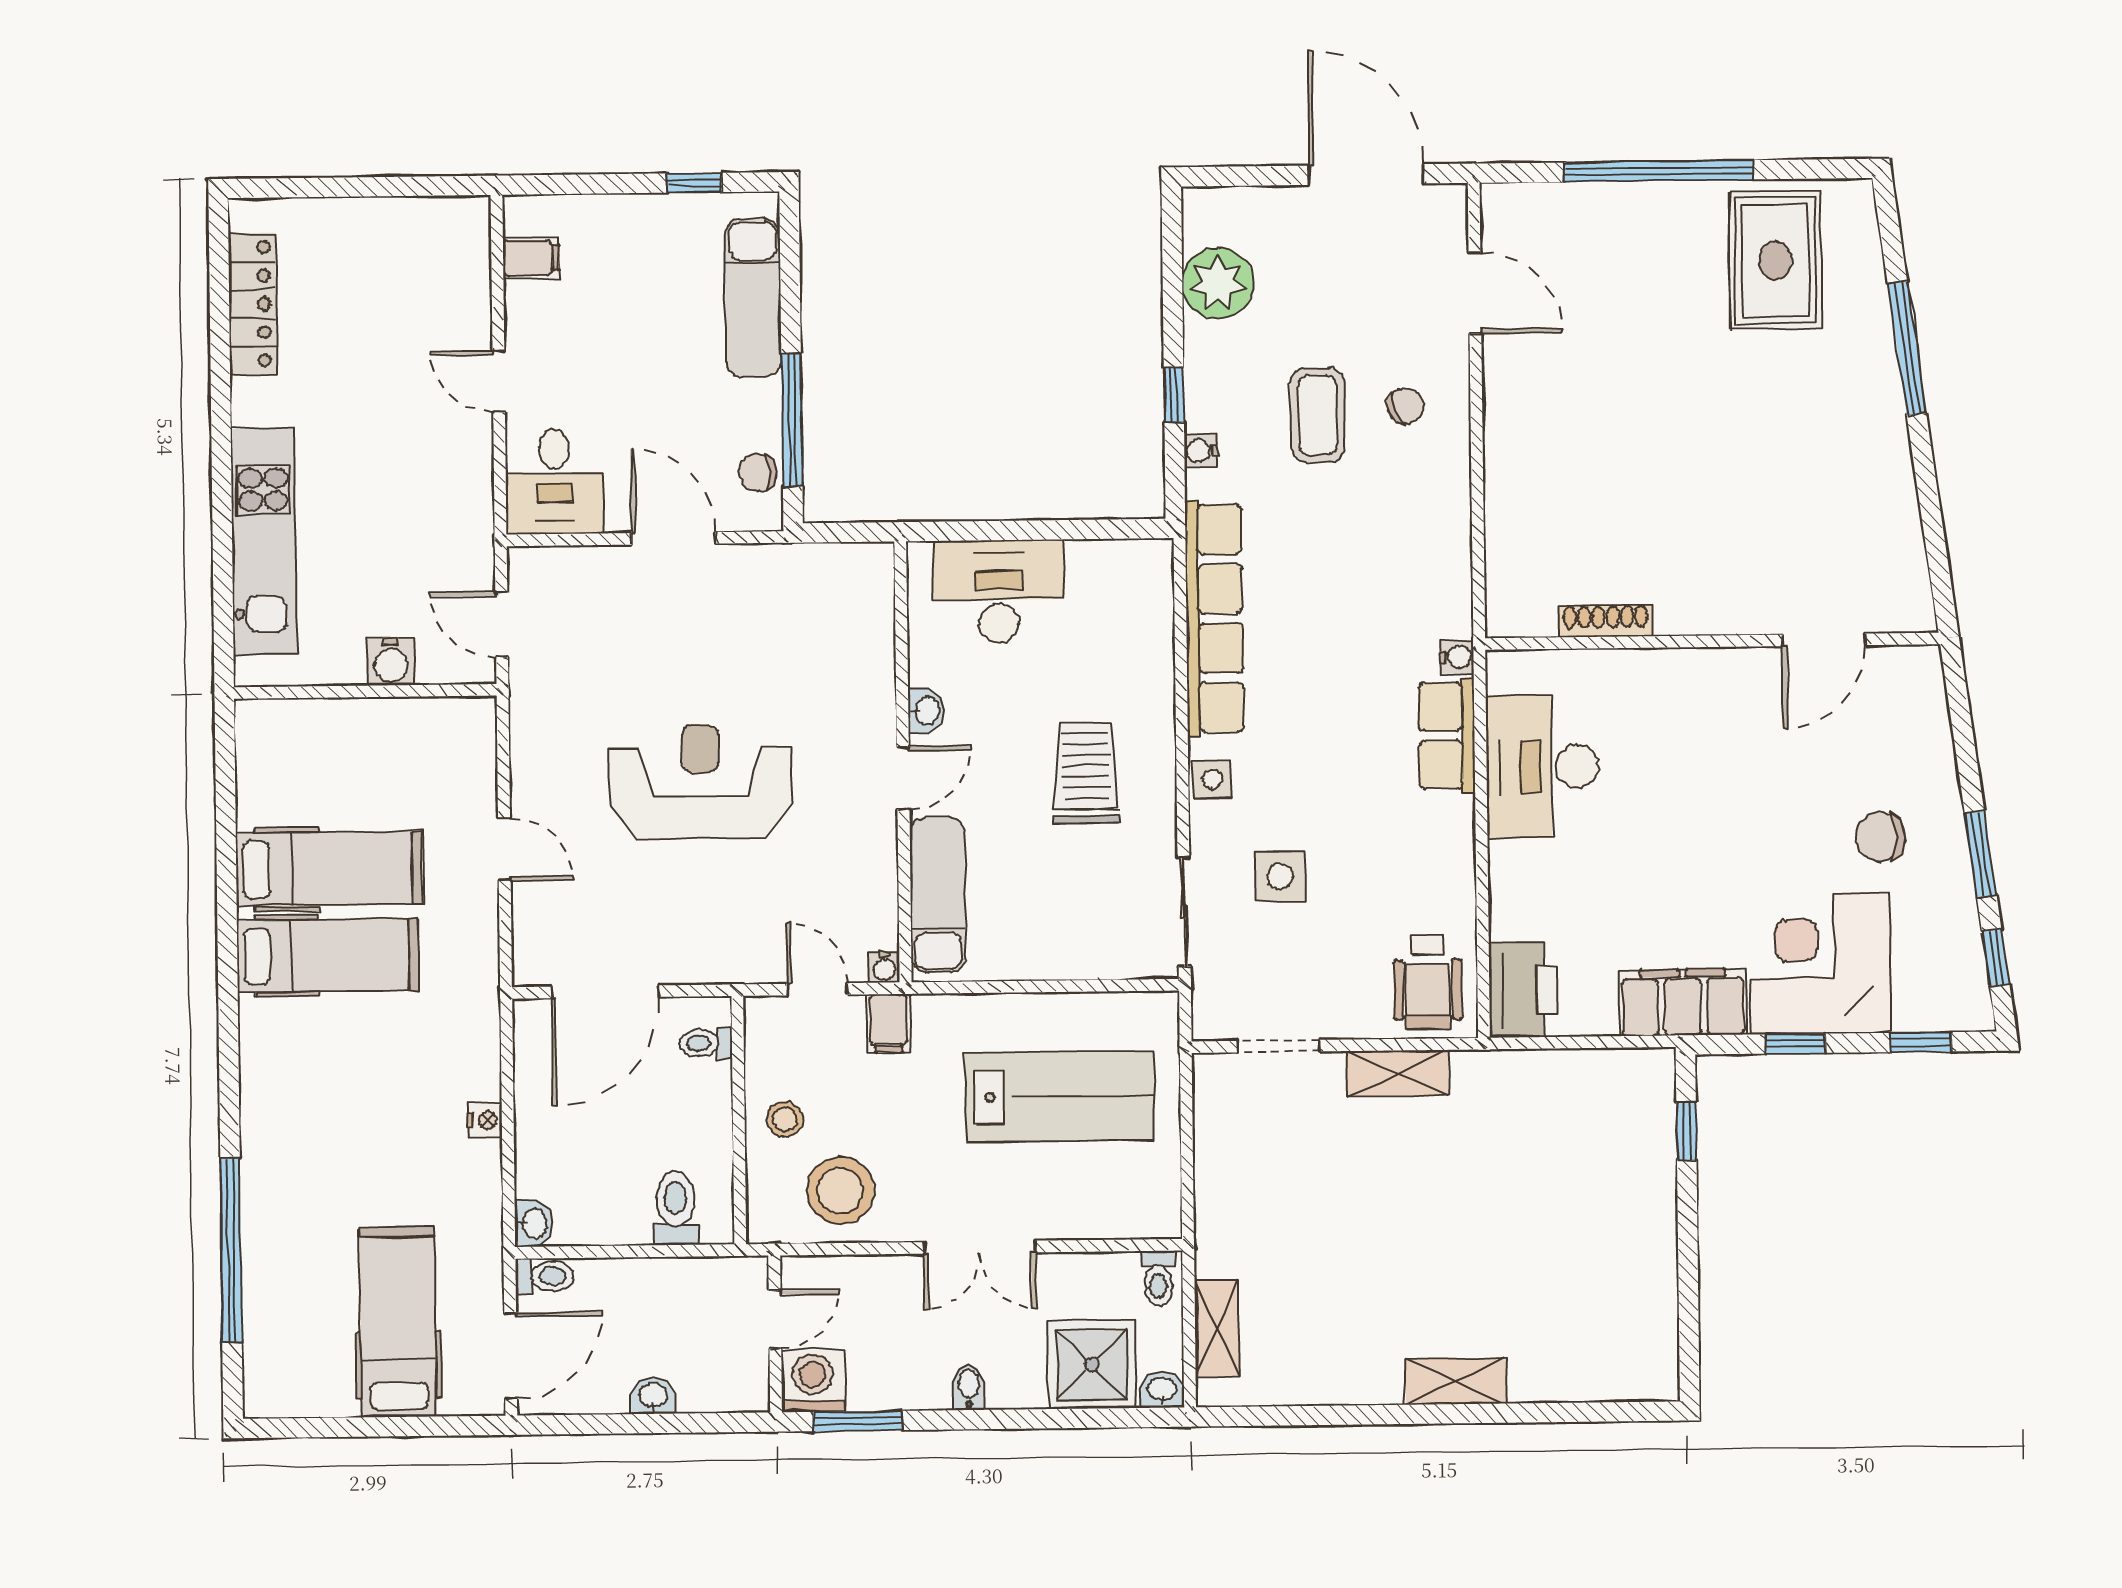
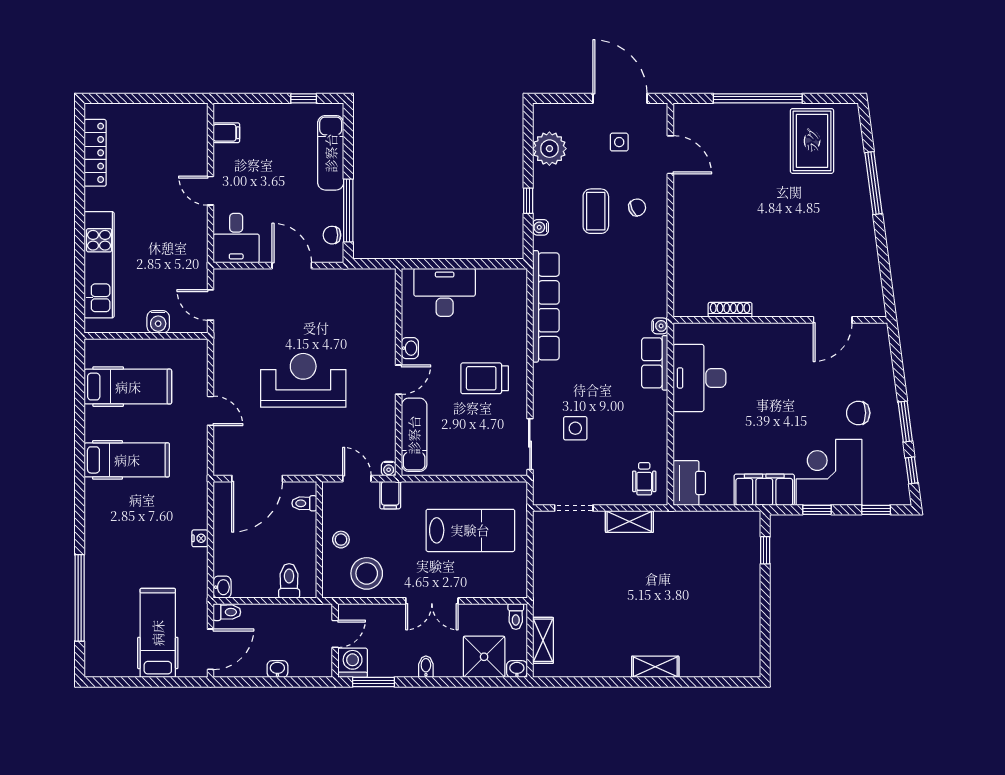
trolley: (1086, 773) -> (485, 378), turned -90
side table: (1212, 779) -> (619, 142), moved
hospital bed: (329, 869) -> (128, 387), moved
wheelchair: (1428, 982) -> (644, 479), width x0.73, depth x0.73

